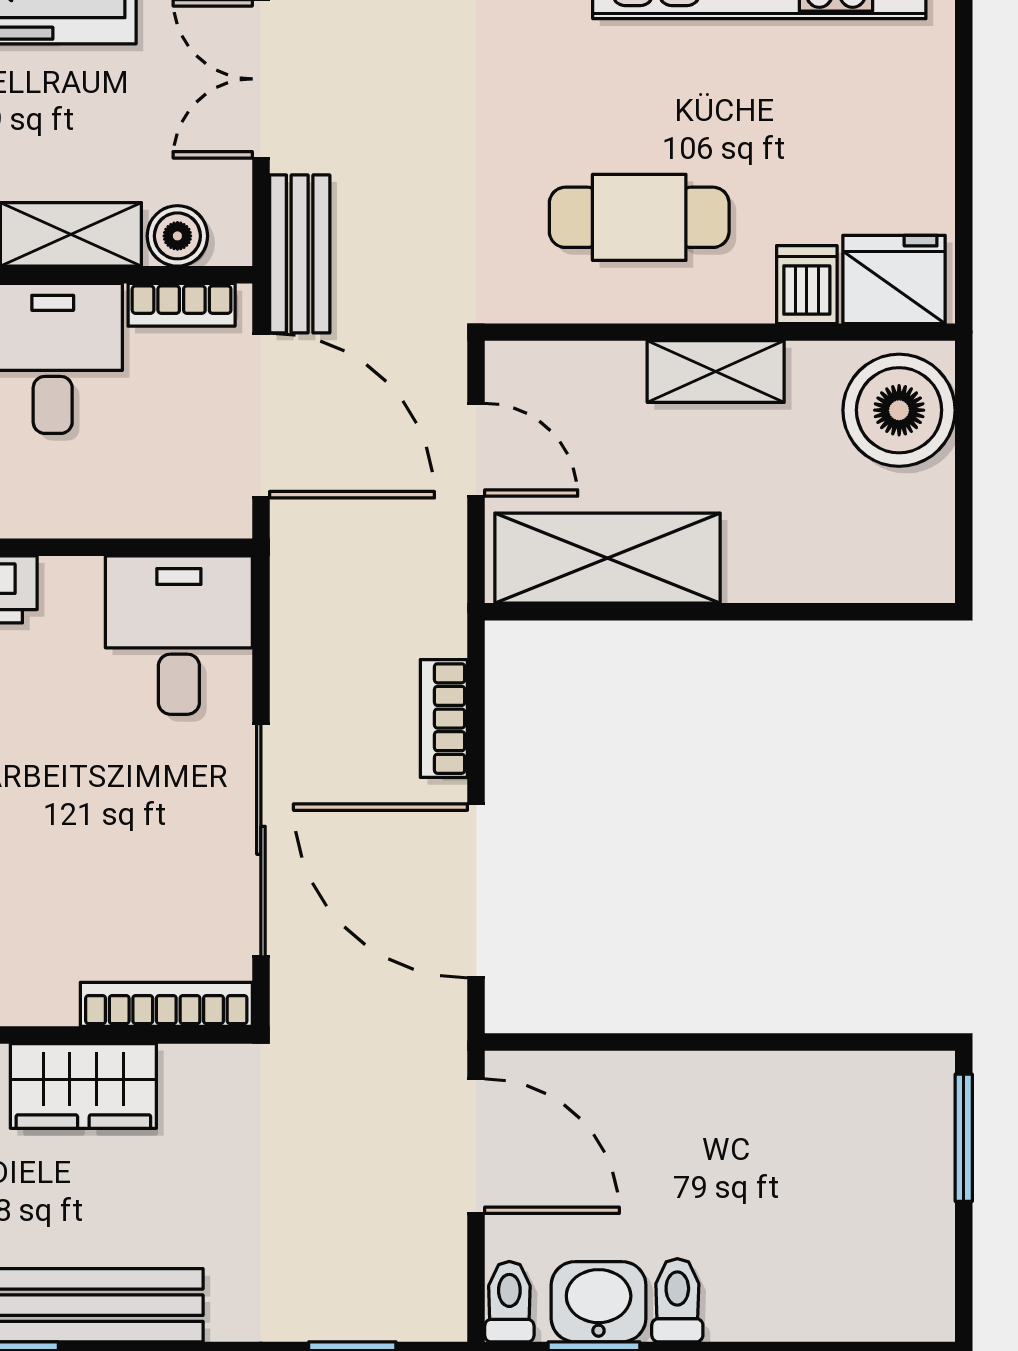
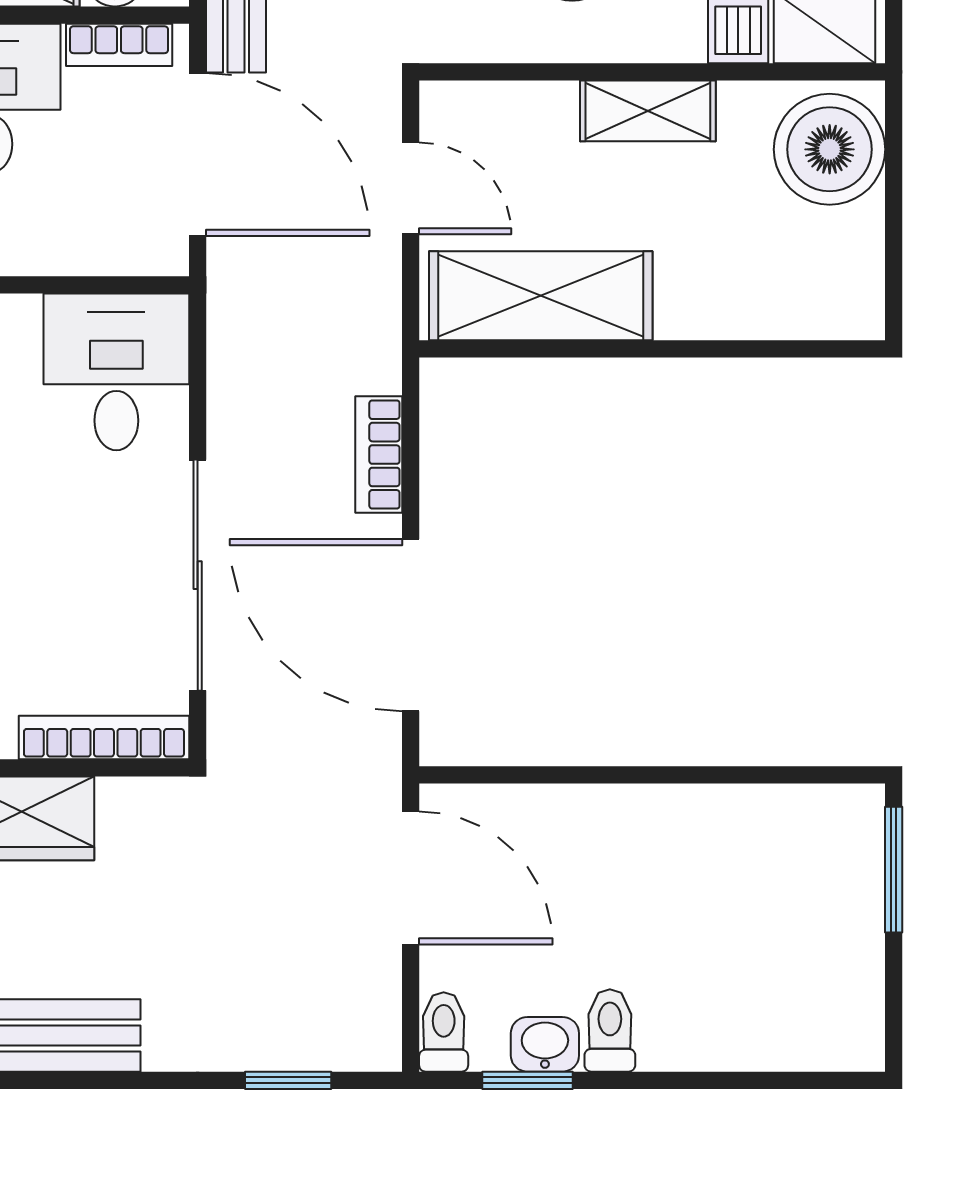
washbasin: (599, 1302) -> (545, 1044), width x0.72, depth x0.69

